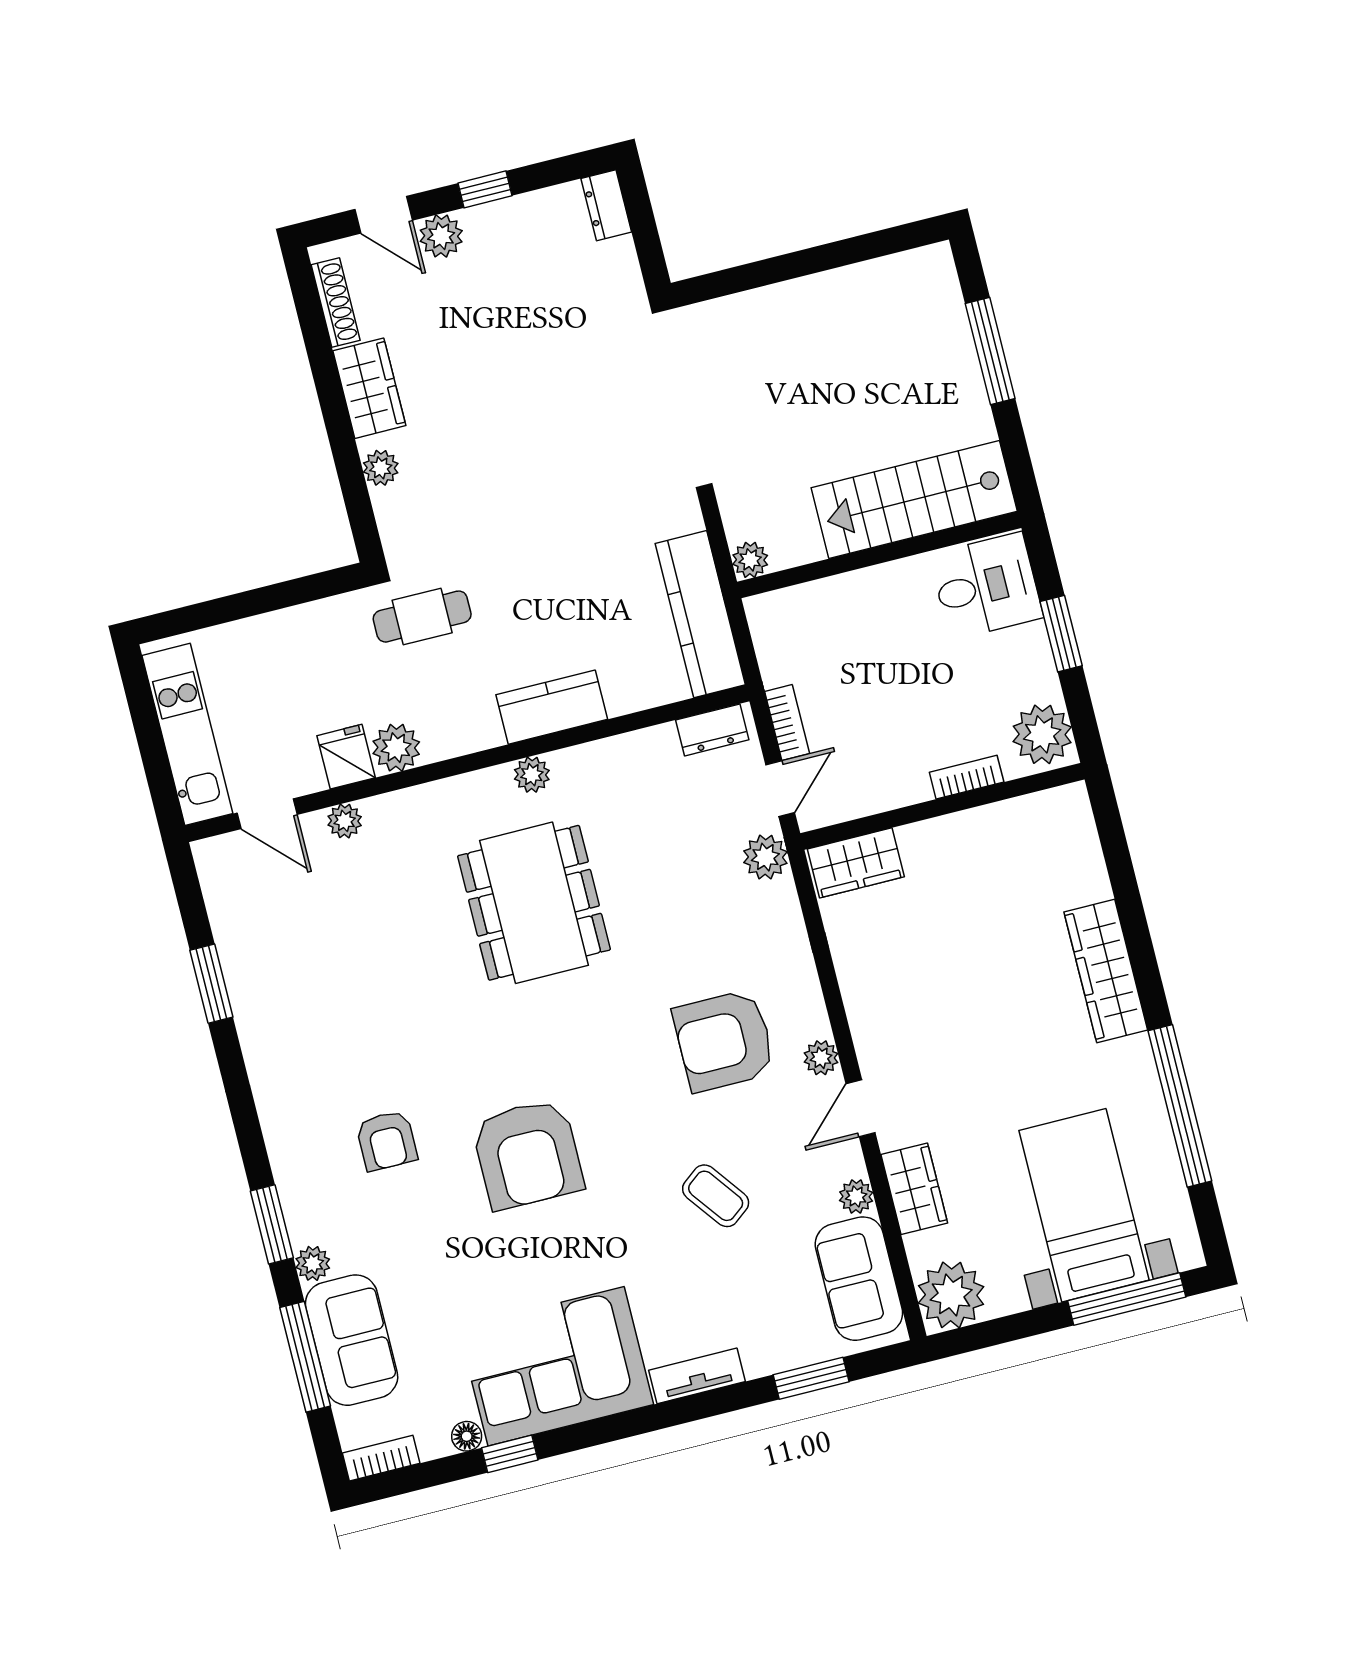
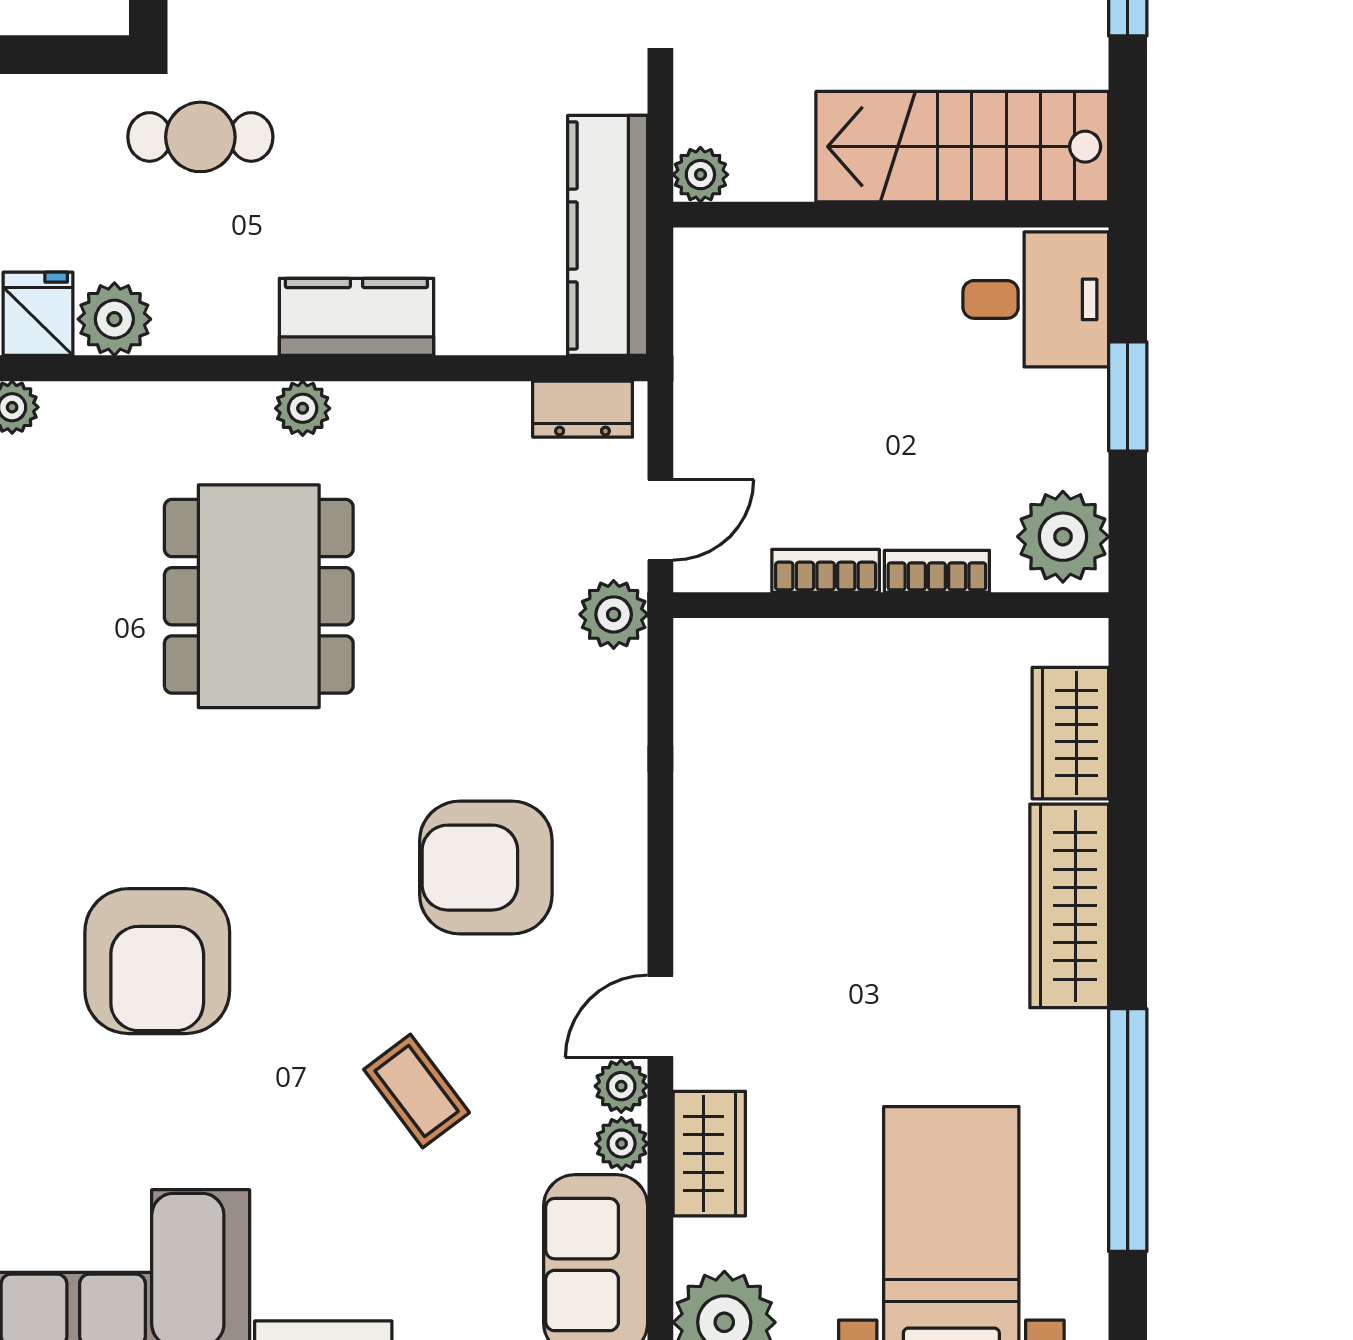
bookcase: (787, 723) -> (826, 571), moved, turned -90
wardrobe: (856, 863) -> (1070, 733), moved, turned 90
plant: (821, 1058) -> (621, 1086), moved

